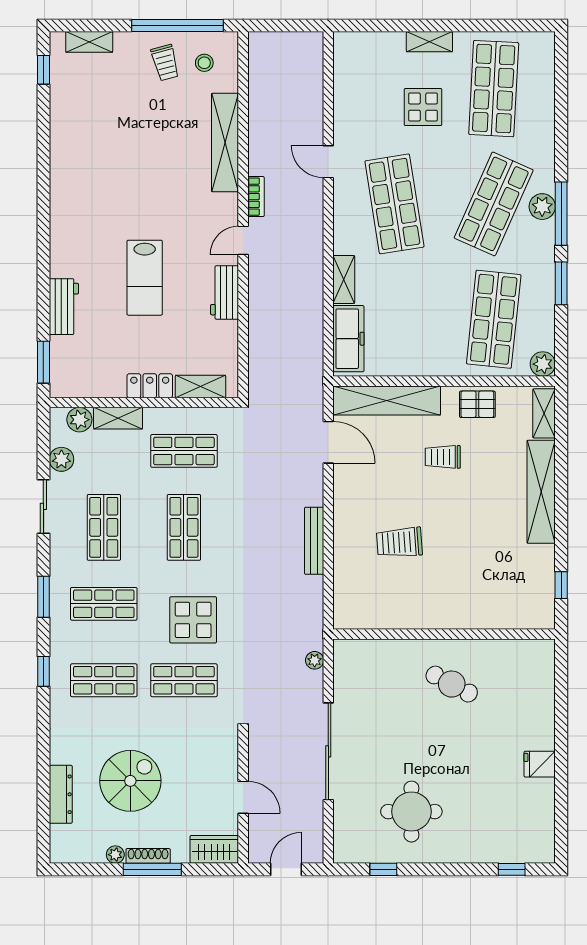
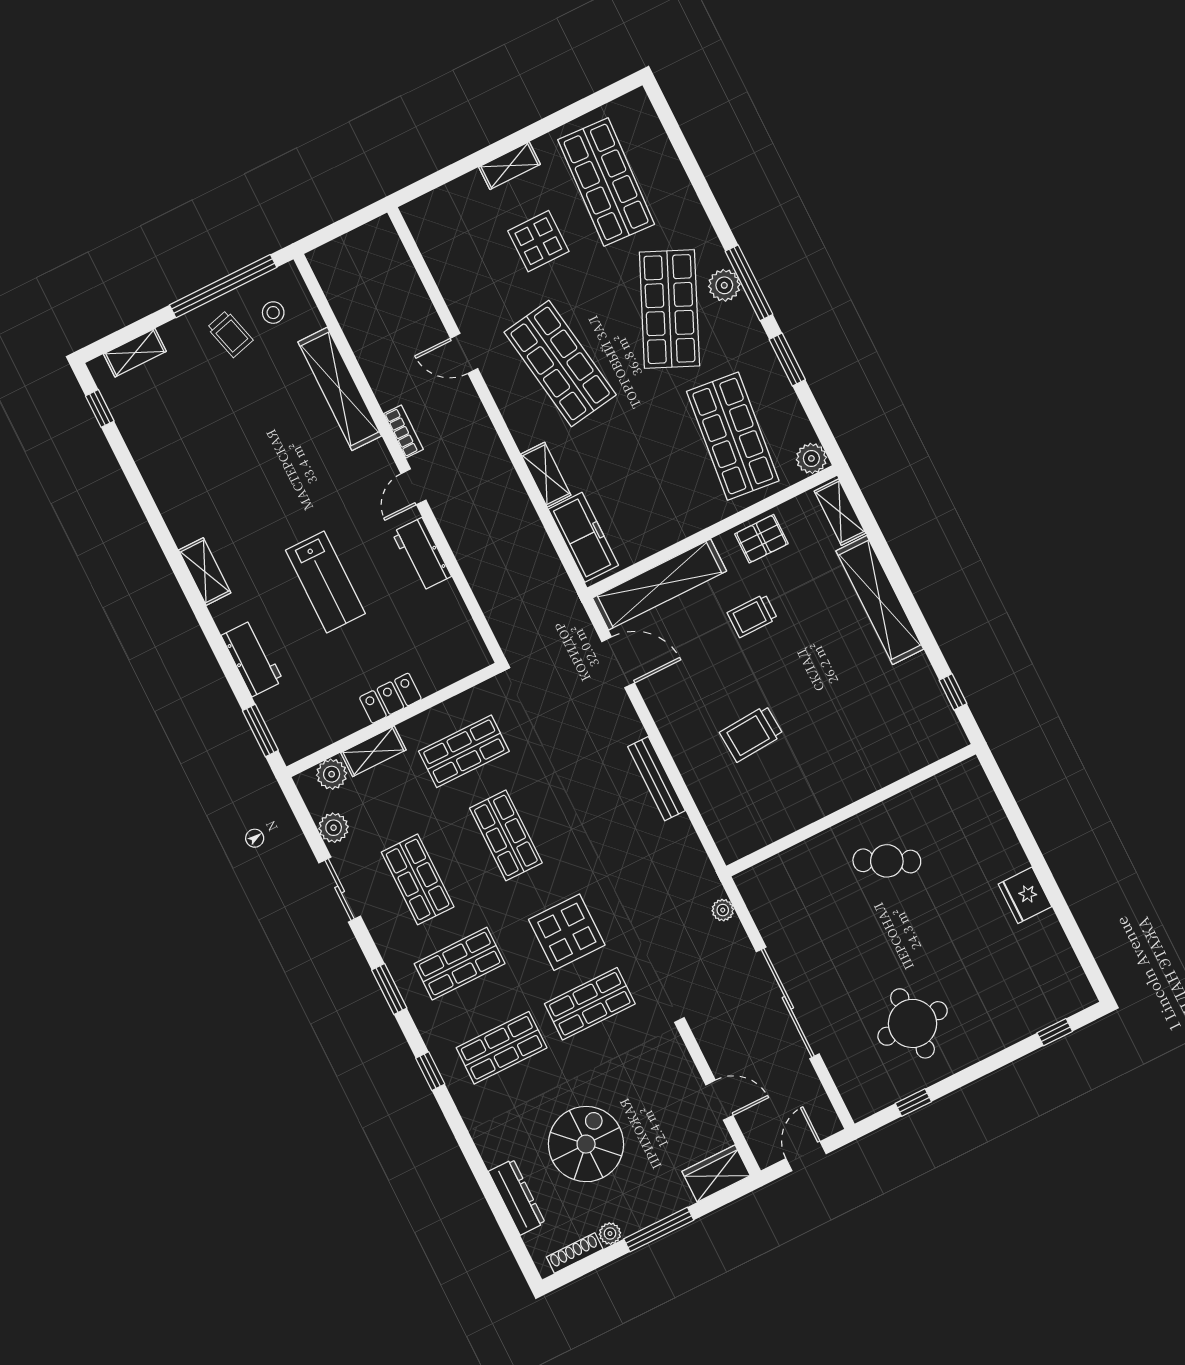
shelving: (200, 386) -> (205, 572), moved, turned 90
fridge: (540, 764) -> (1025, 895), width x1.38
shoe rack: (148, 856) -> (575, 1253), moved

